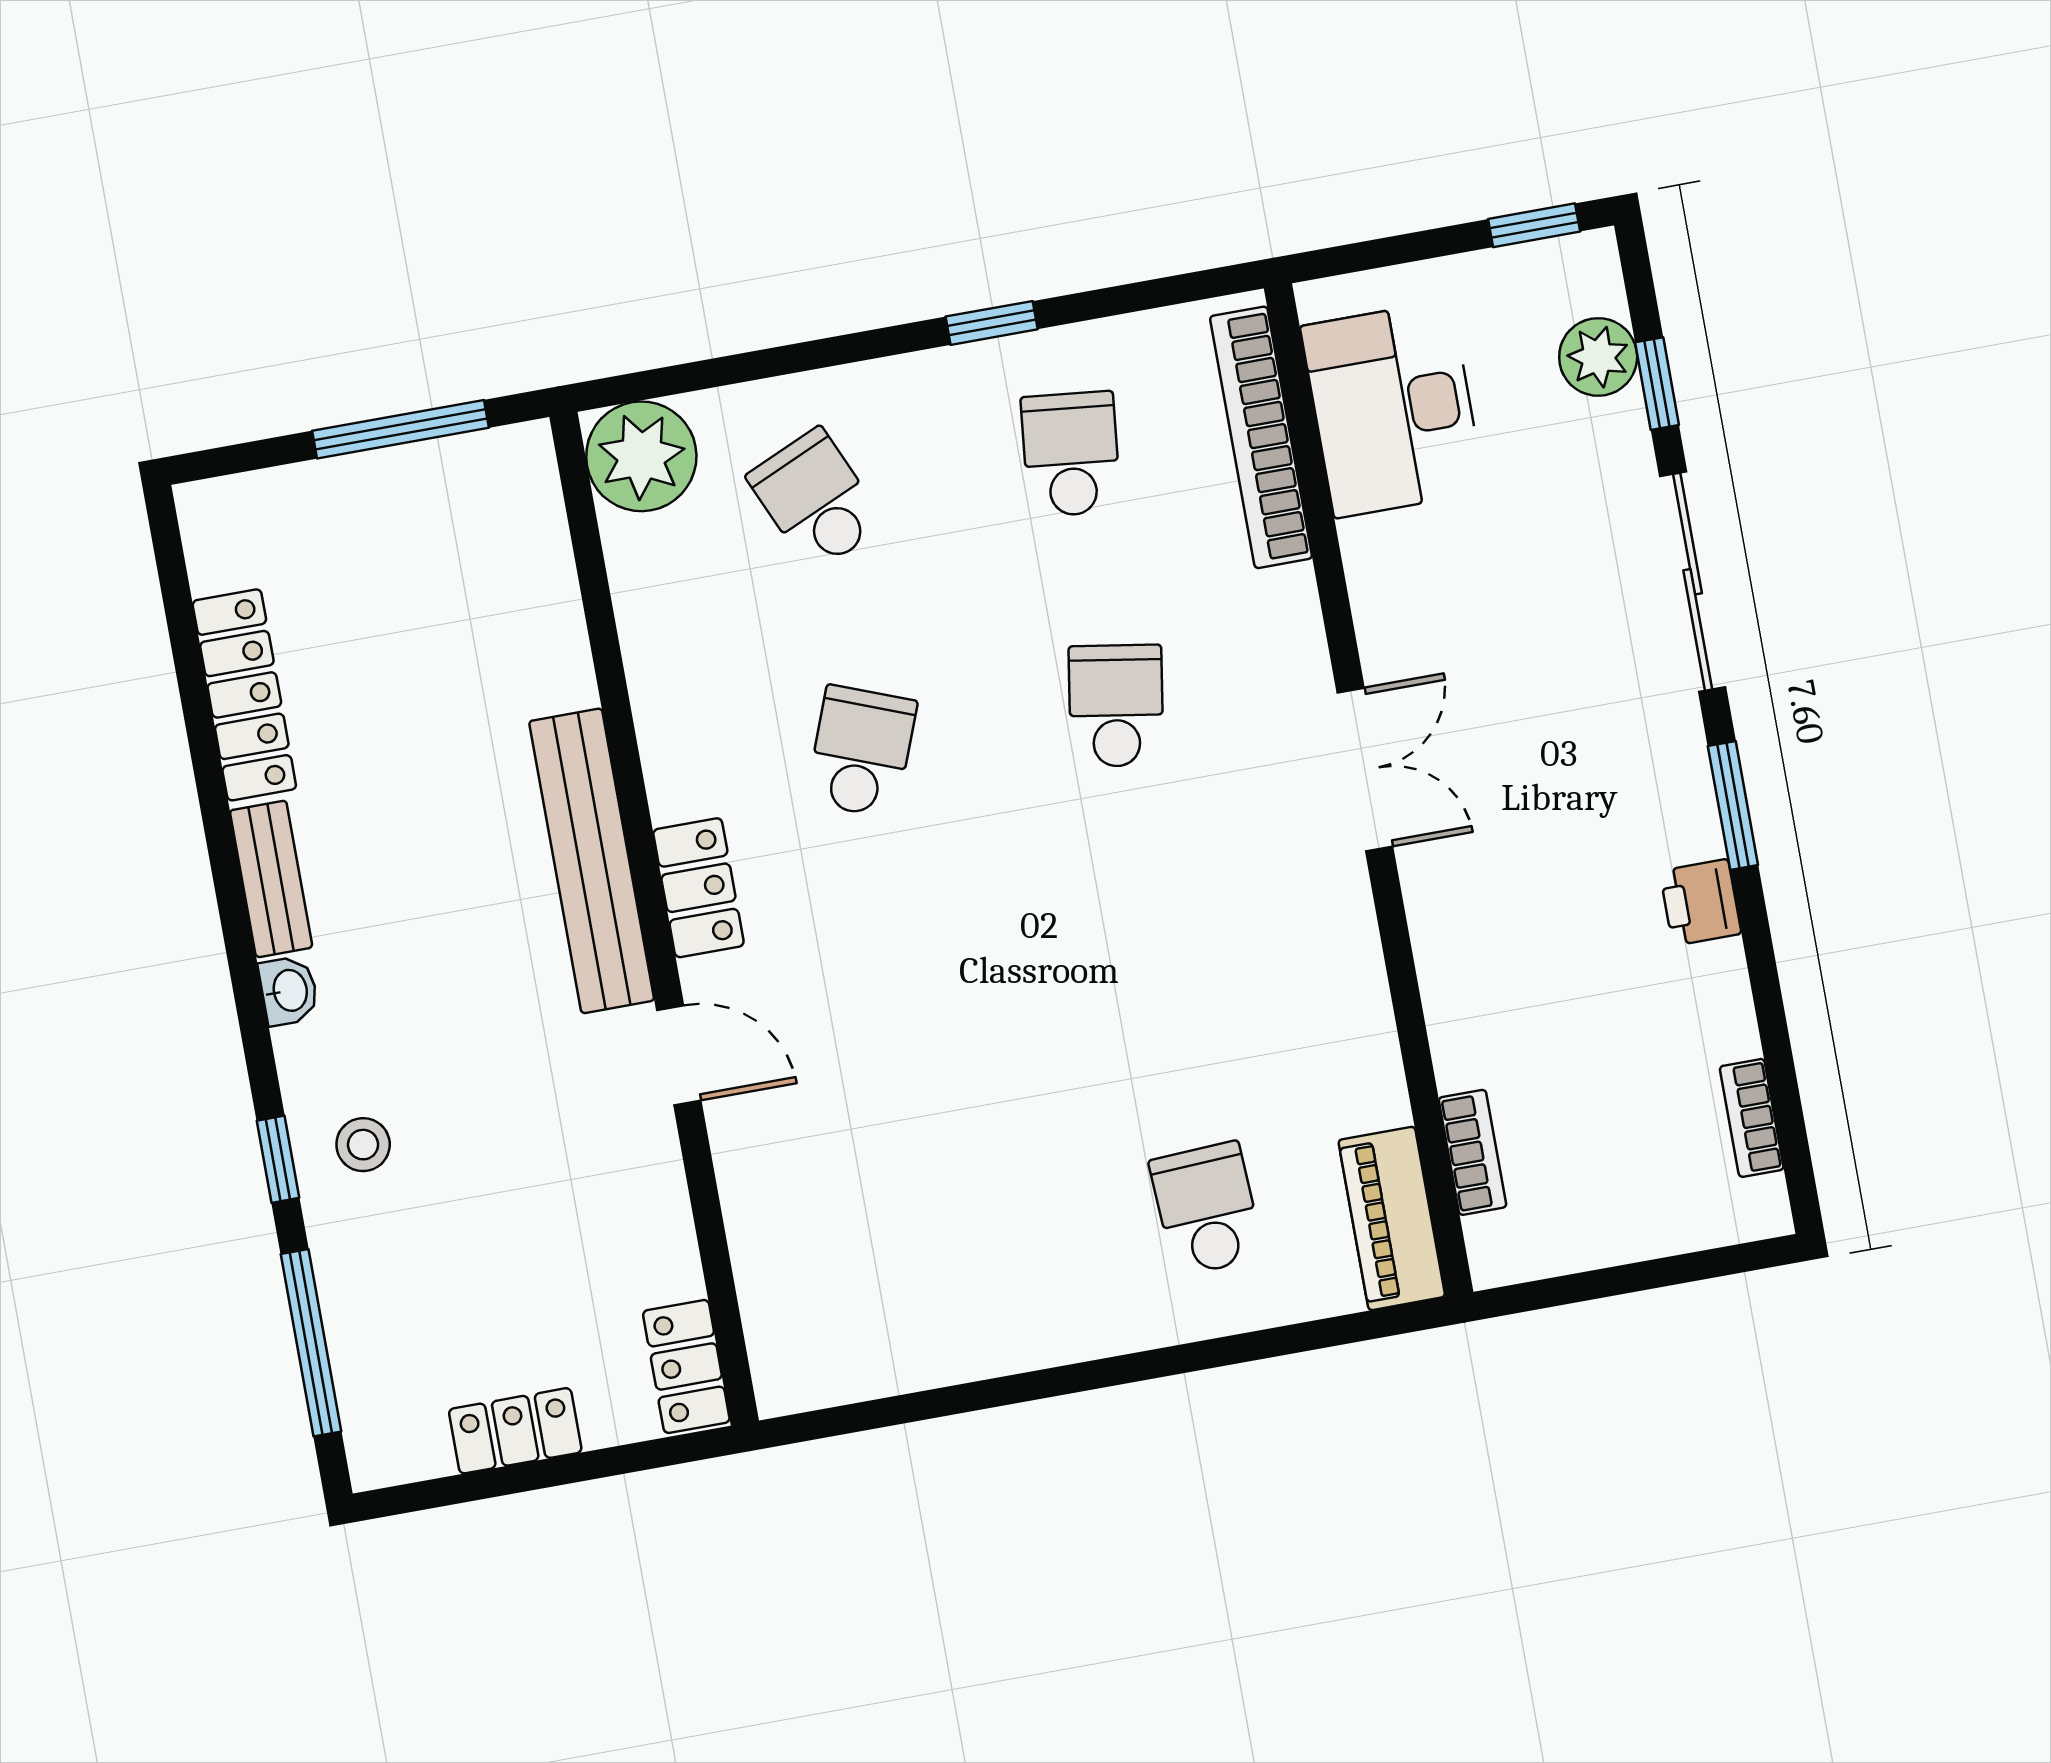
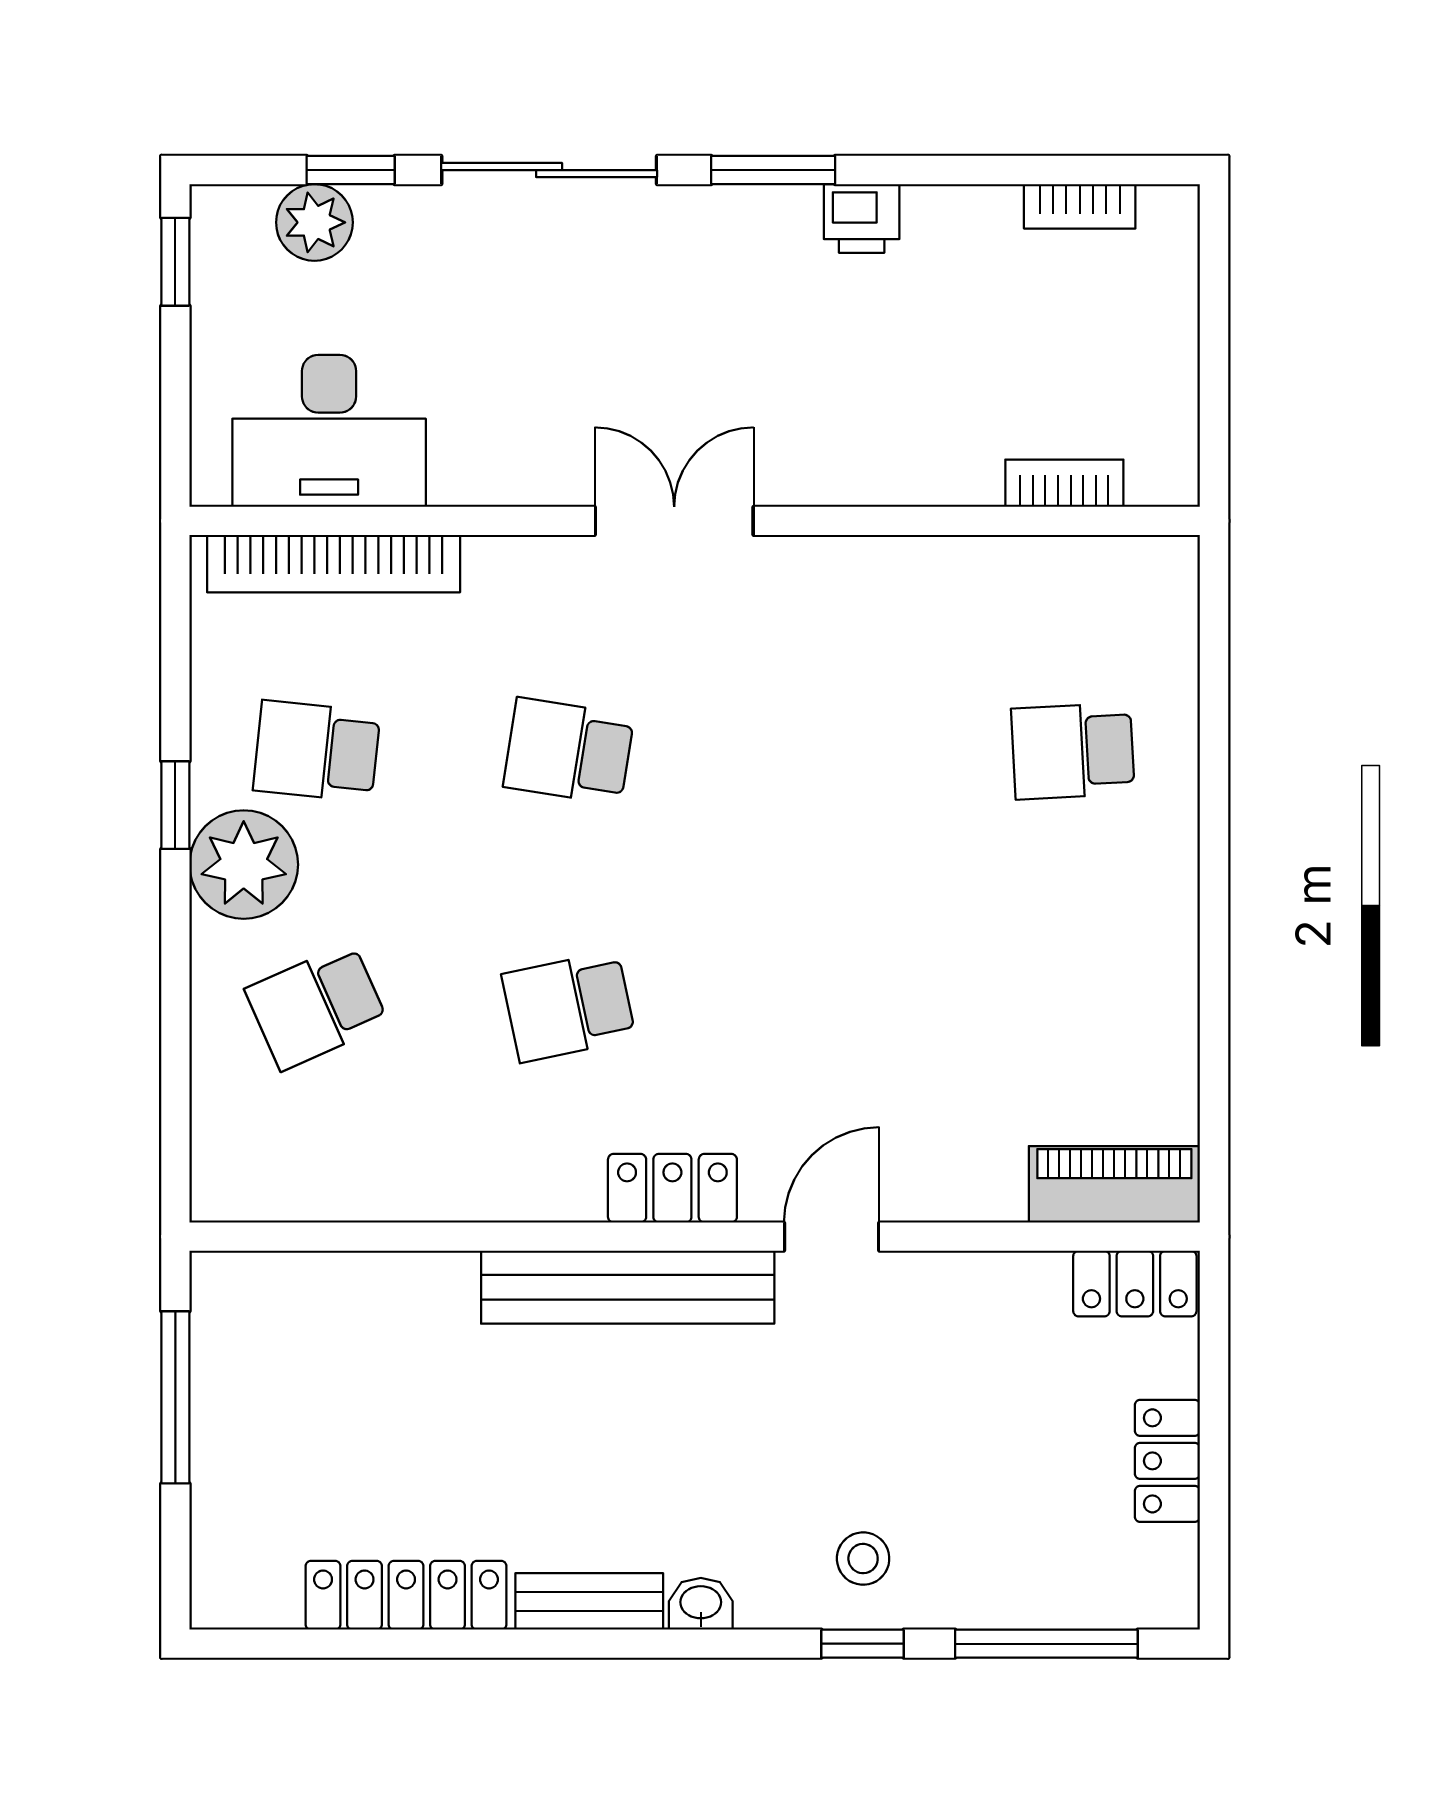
plant: (641, 456) -> (244, 865), moved
school desk: (861, 752) -> (569, 1006), turned -33
piano: (1392, 1218) -> (1114, 1184), moved, turned 180

